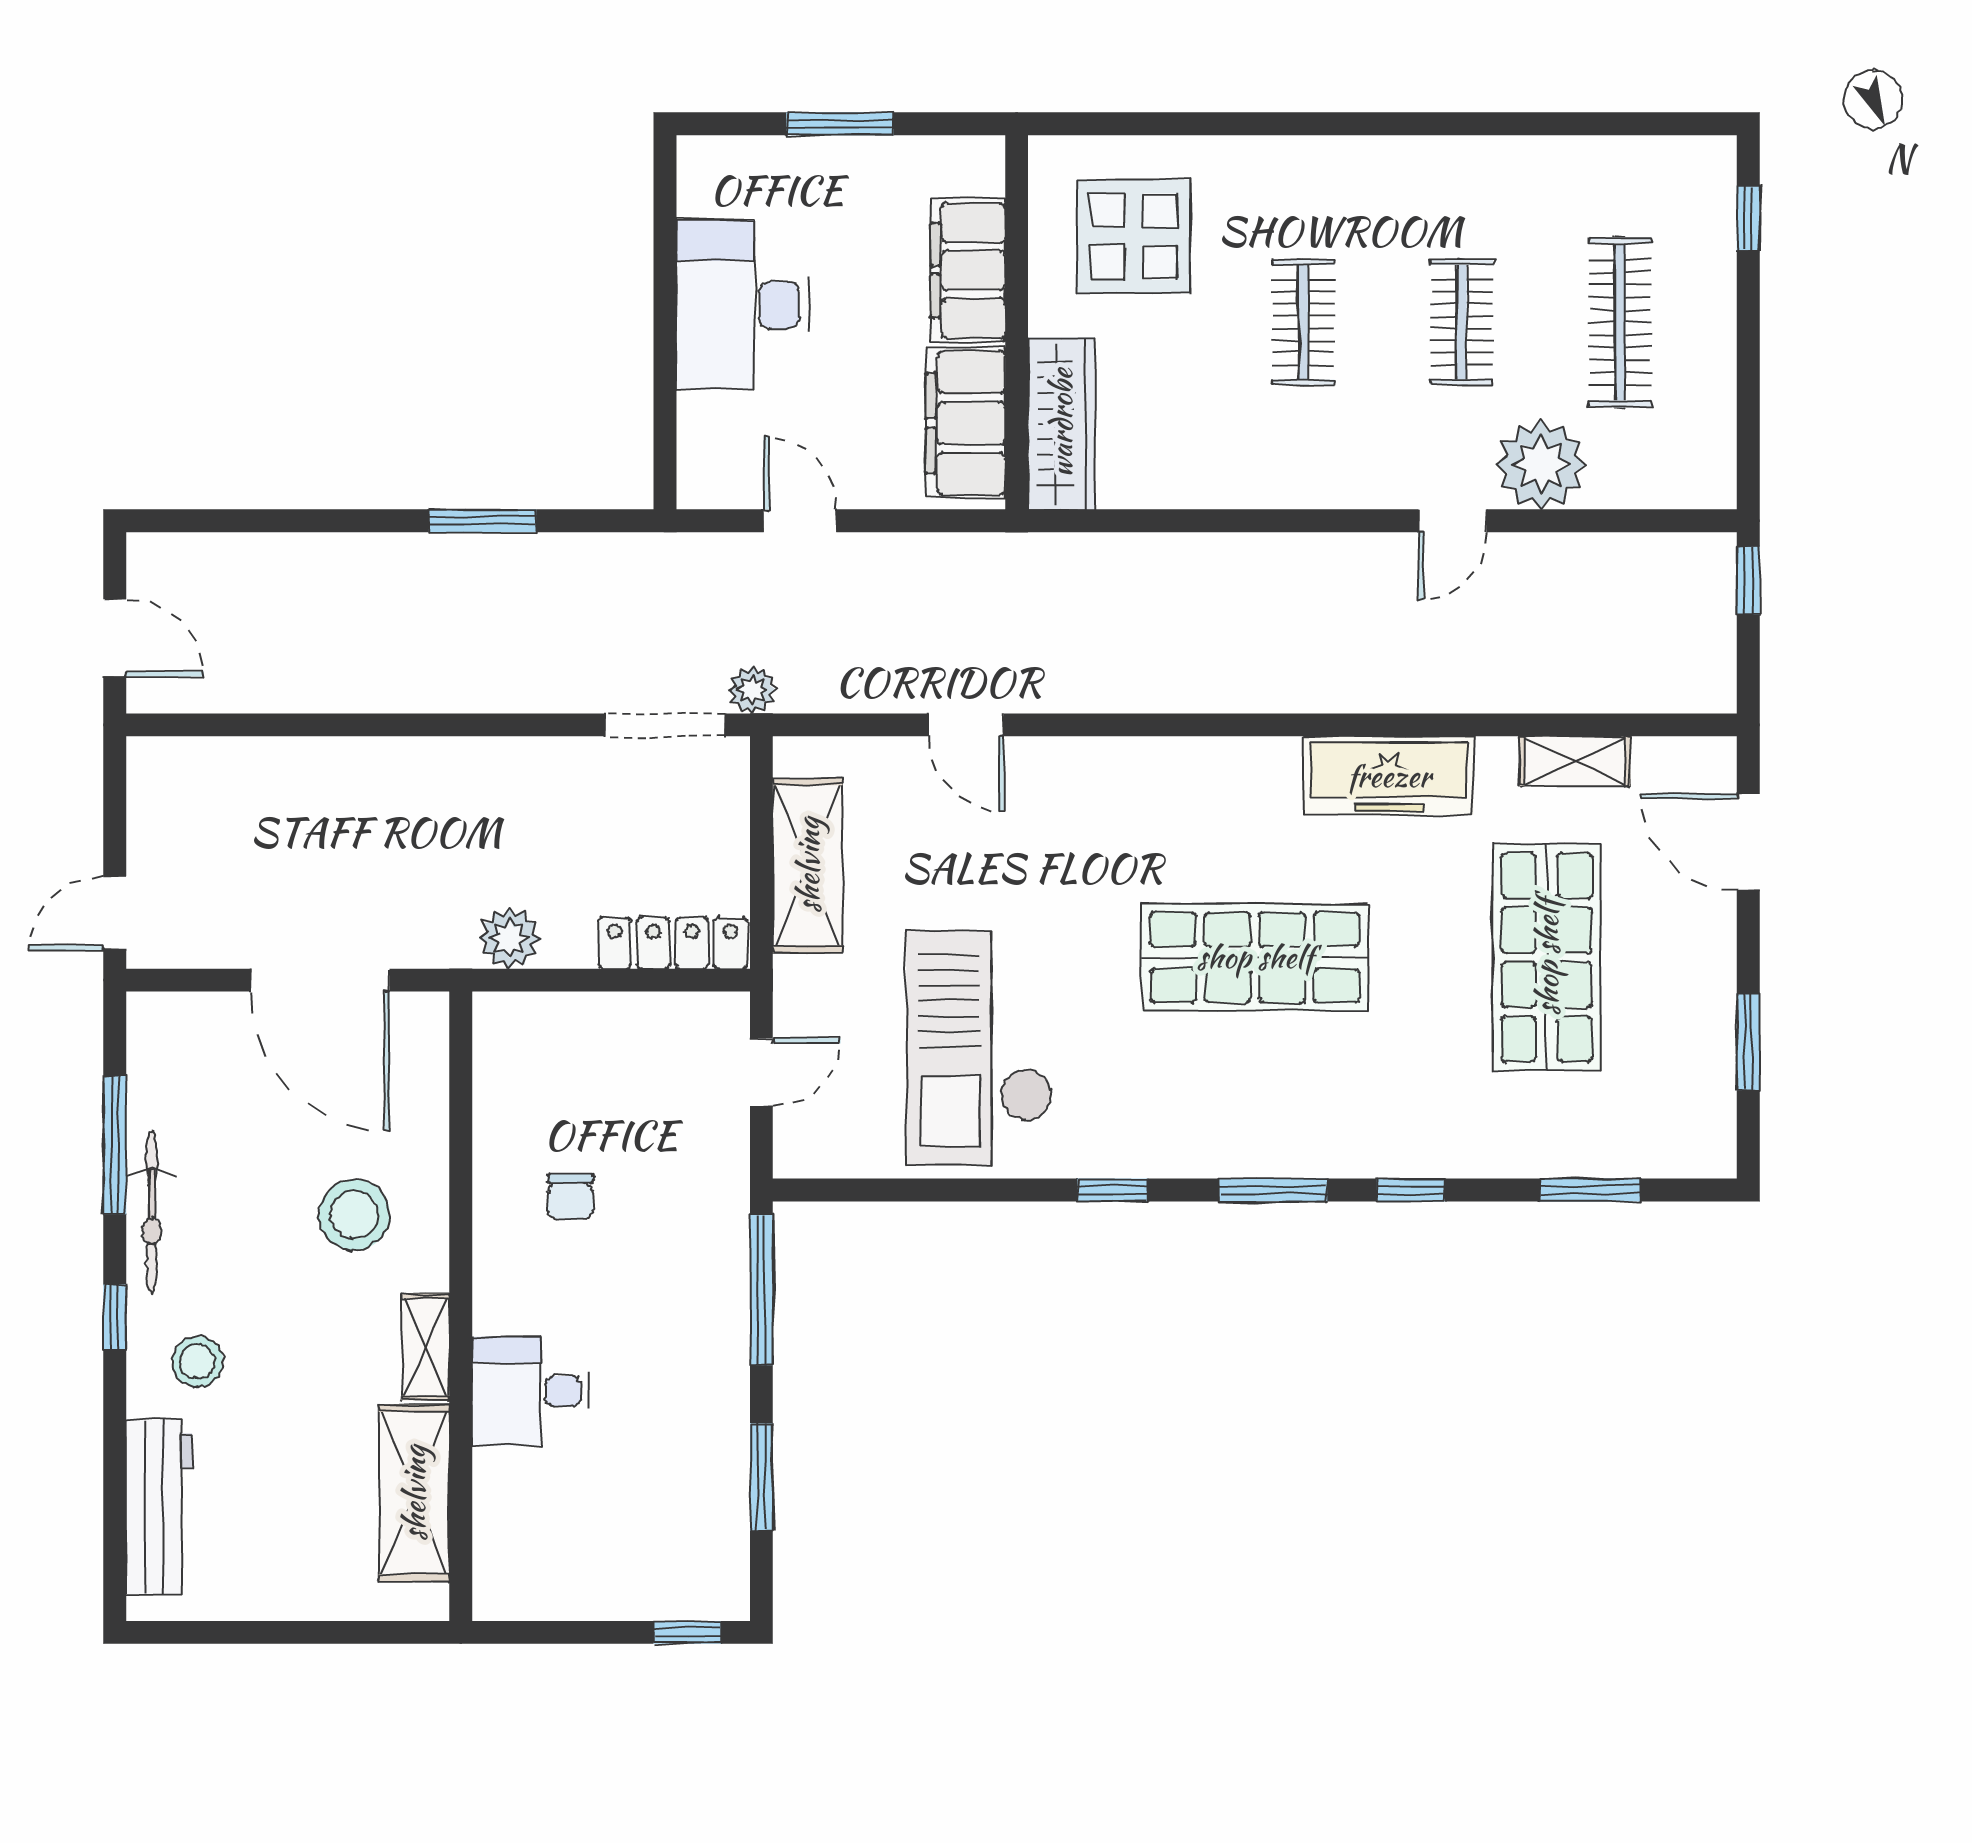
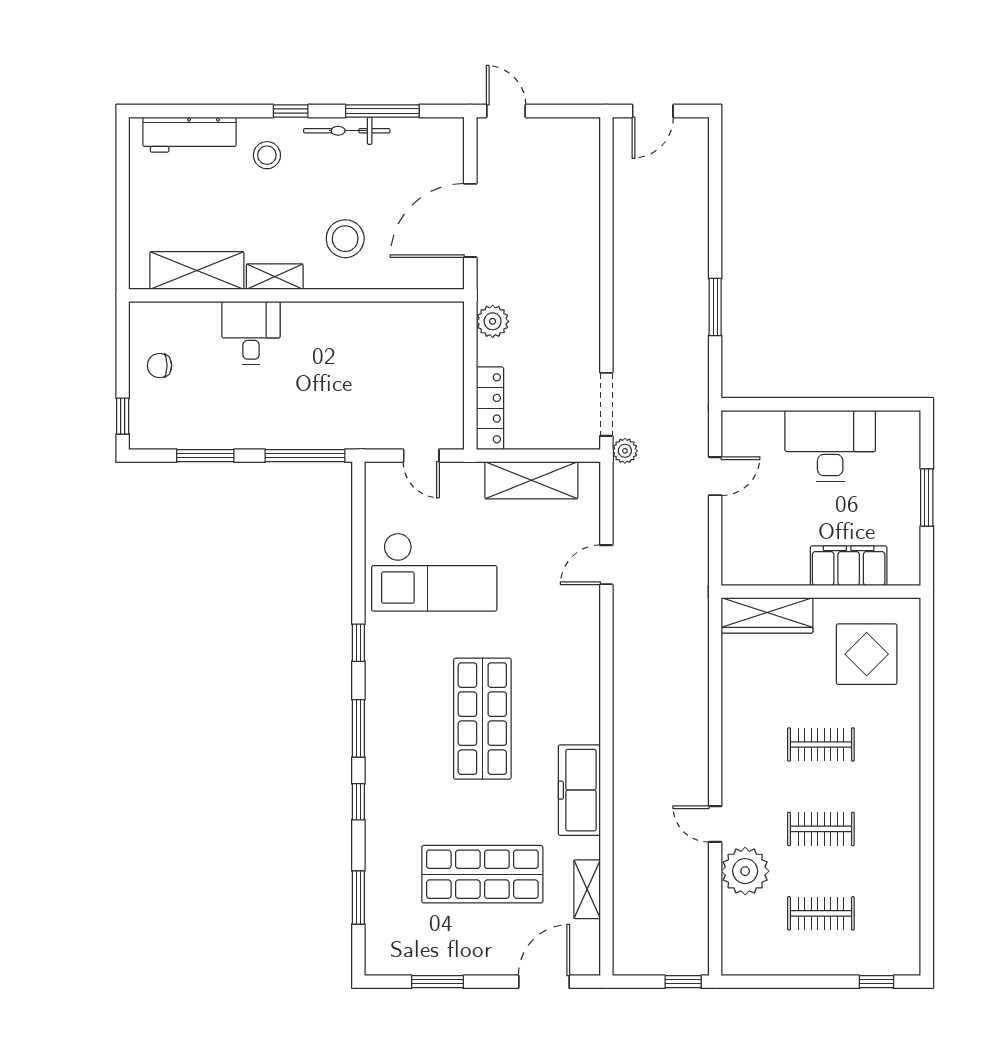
clothes rail: (1620, 322) -> (821, 913), width x0.73
filing cabinet: (966, 423) -> (767, 565), removed
checkout: (980, 1048) -> (434, 572), turned 180
chair: (570, 1197) -> (159, 366), moved

